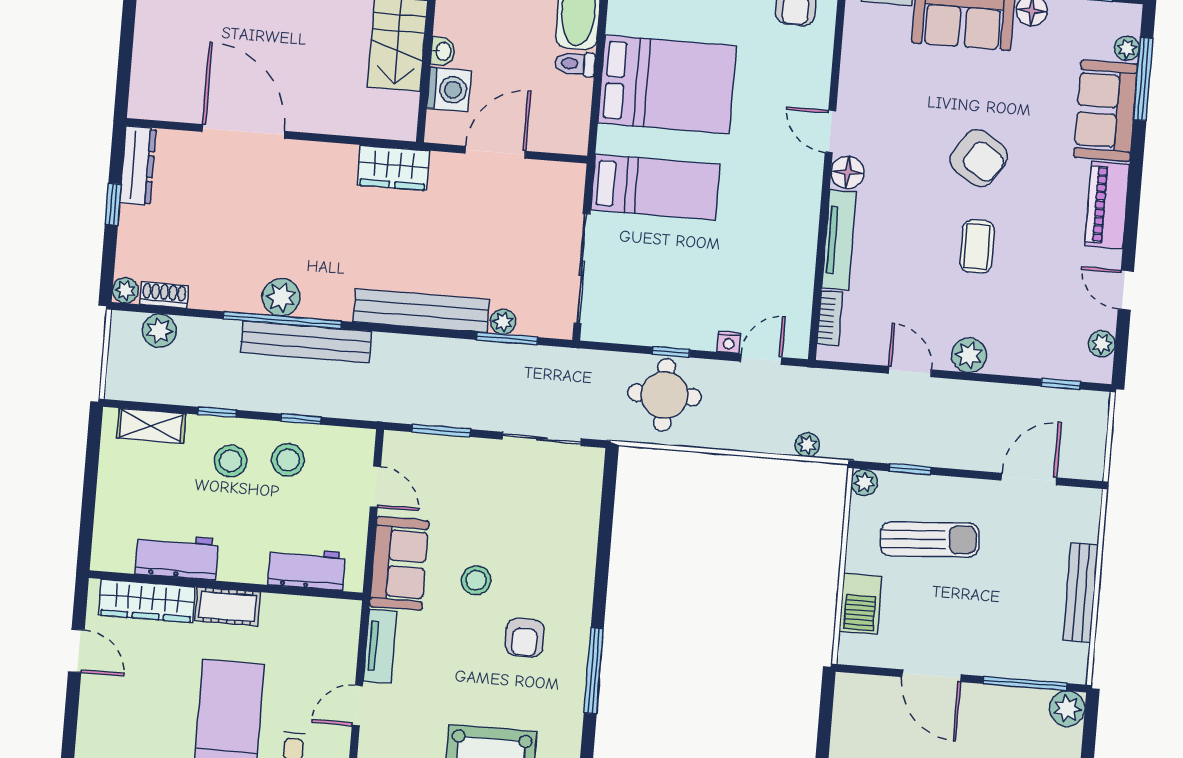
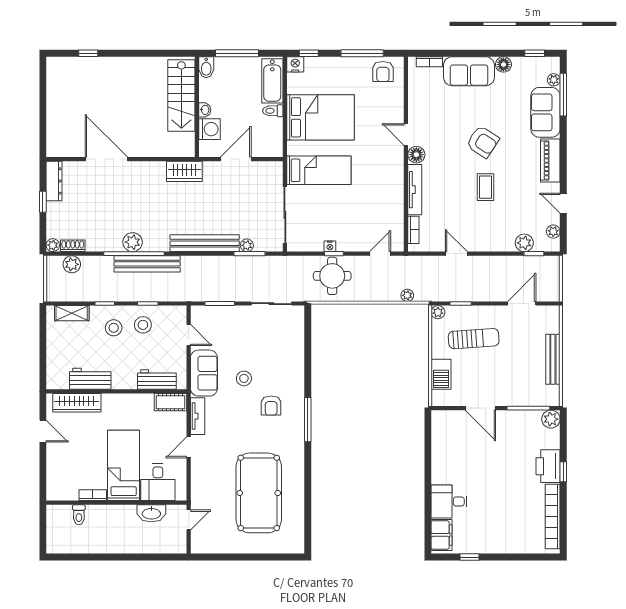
nightstand: (729, 342) -> (330, 246), moved
plant: (969, 355) -> (524, 243), moved
cot: (228, 607) -> (170, 402), moved

